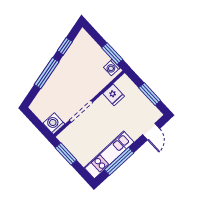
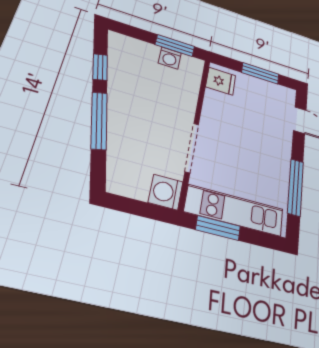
washing machine: (112, 68) -> (170, 58), moved
fridge: (114, 95) -> (221, 81), moved
kitchen unit: (109, 155) -> (235, 210), moved, turned 90

